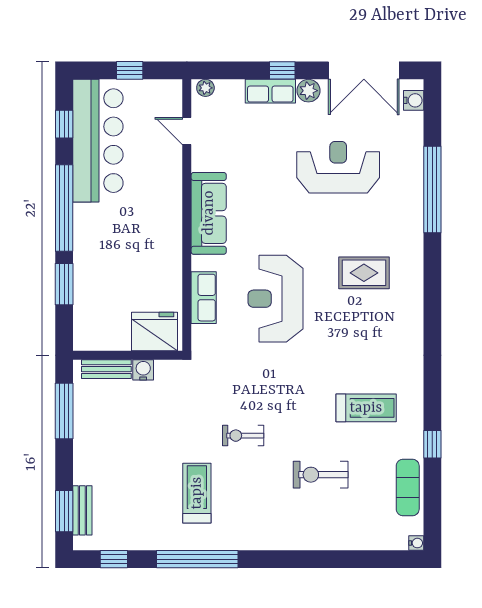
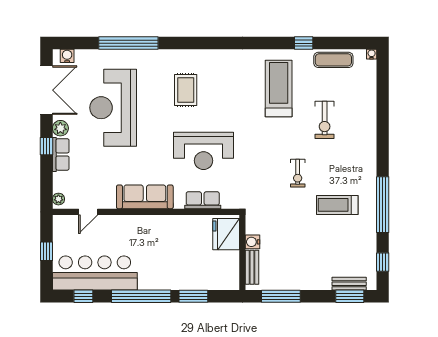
reception desk: (338, 167) -> (113, 108), width x1.36, depth x1.30
treadmill: (366, 408) -> (279, 89), width x1.37, depth x1.38

